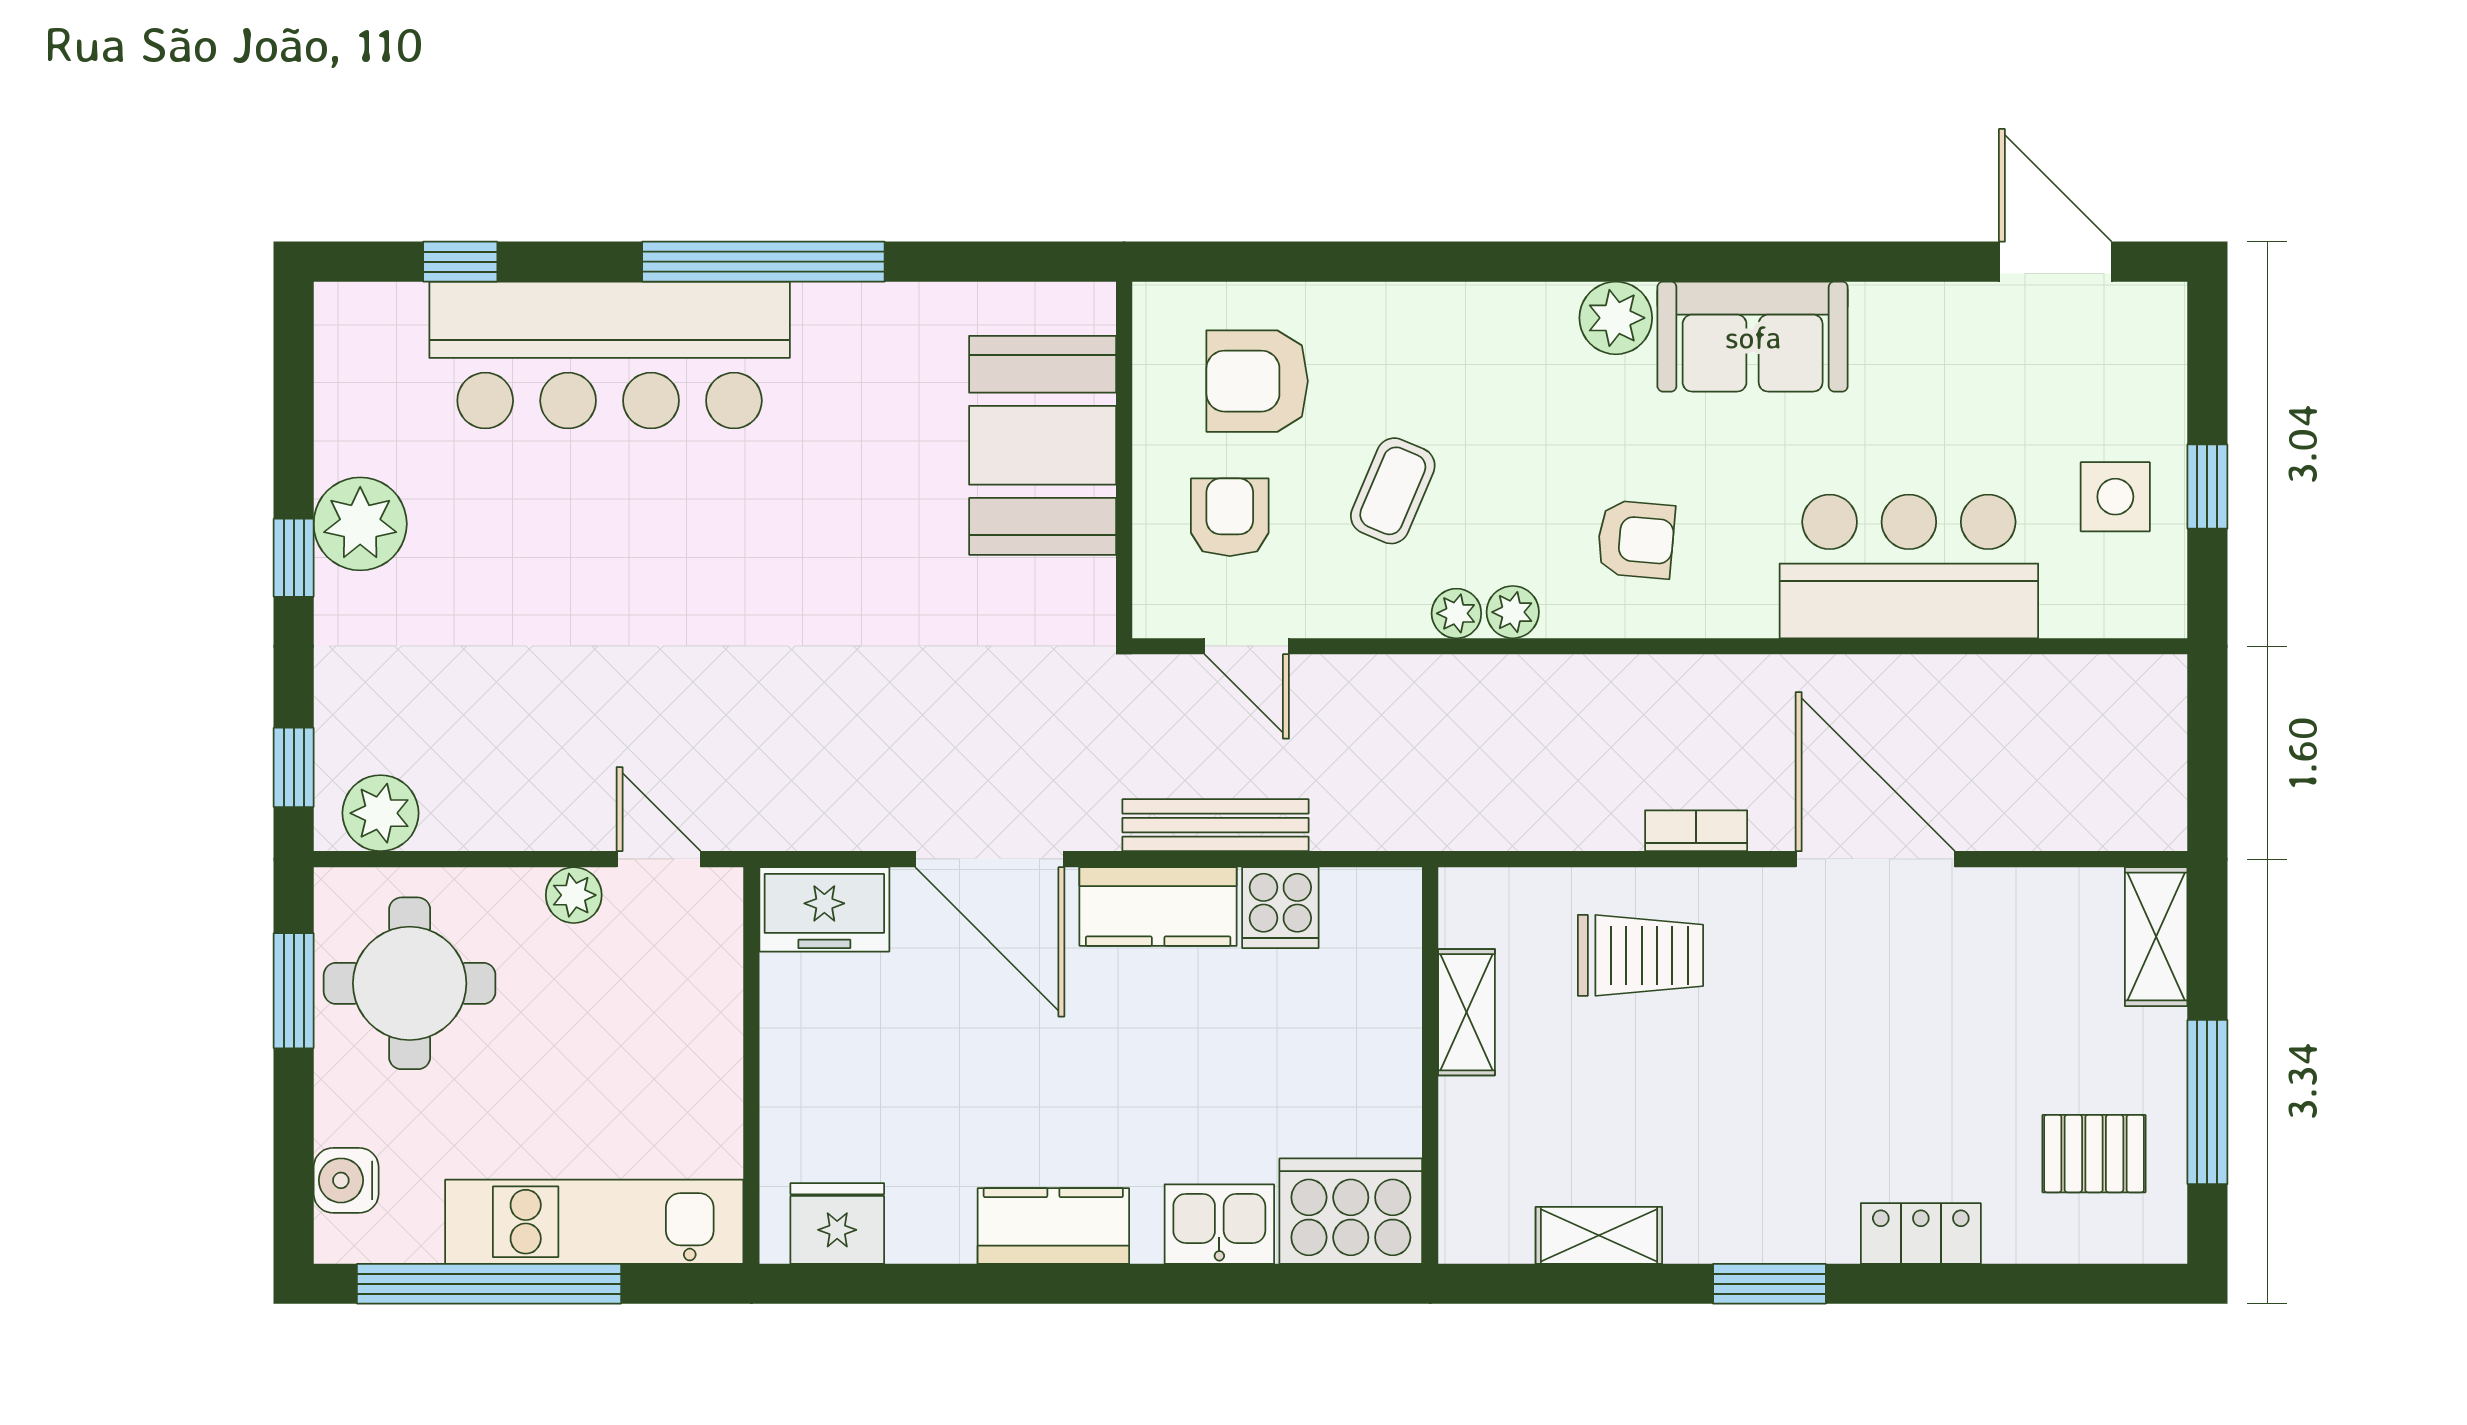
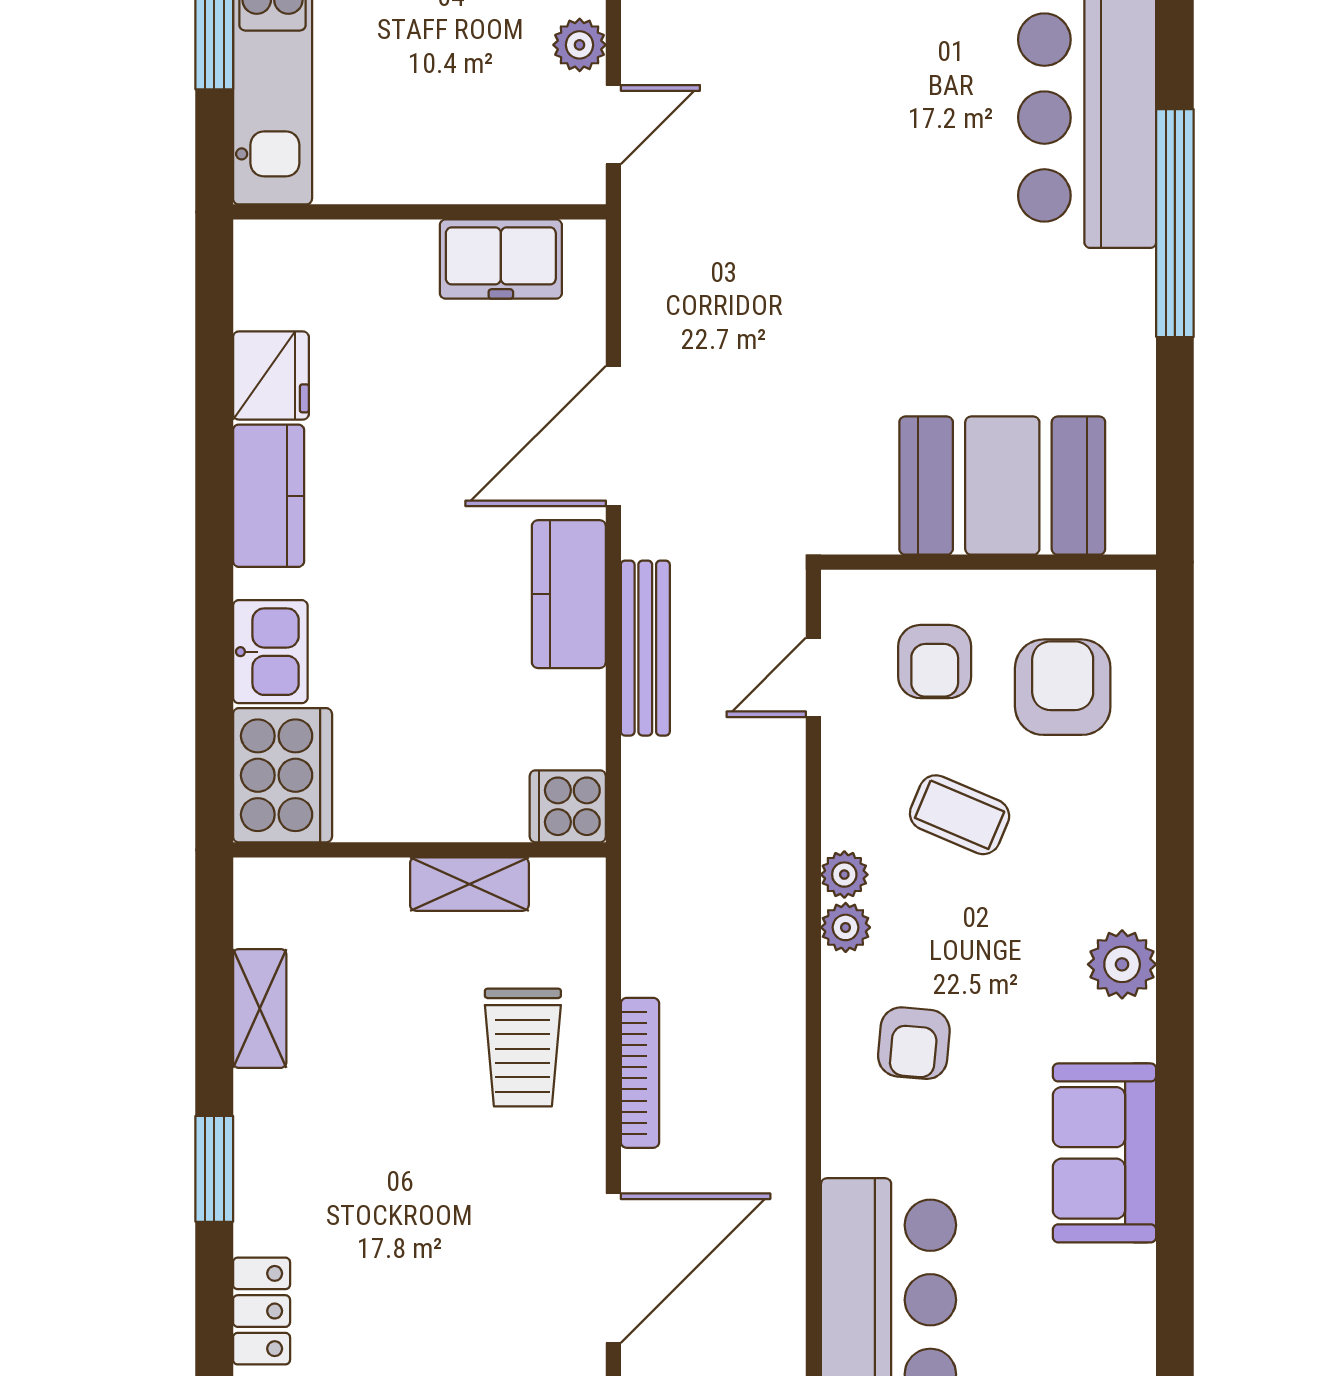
plant: (1616, 318) -> (1122, 964), moved
armchair: (1230, 517) -> (935, 662), turned 90
bookcase: (1696, 831) -> (640, 1073), width x1.56
cooker: (1280, 908) -> (568, 806), moved
freezer: (824, 909) -> (501, 259), moved, turned -90
fridge: (837, 1223) -> (271, 375), moved

